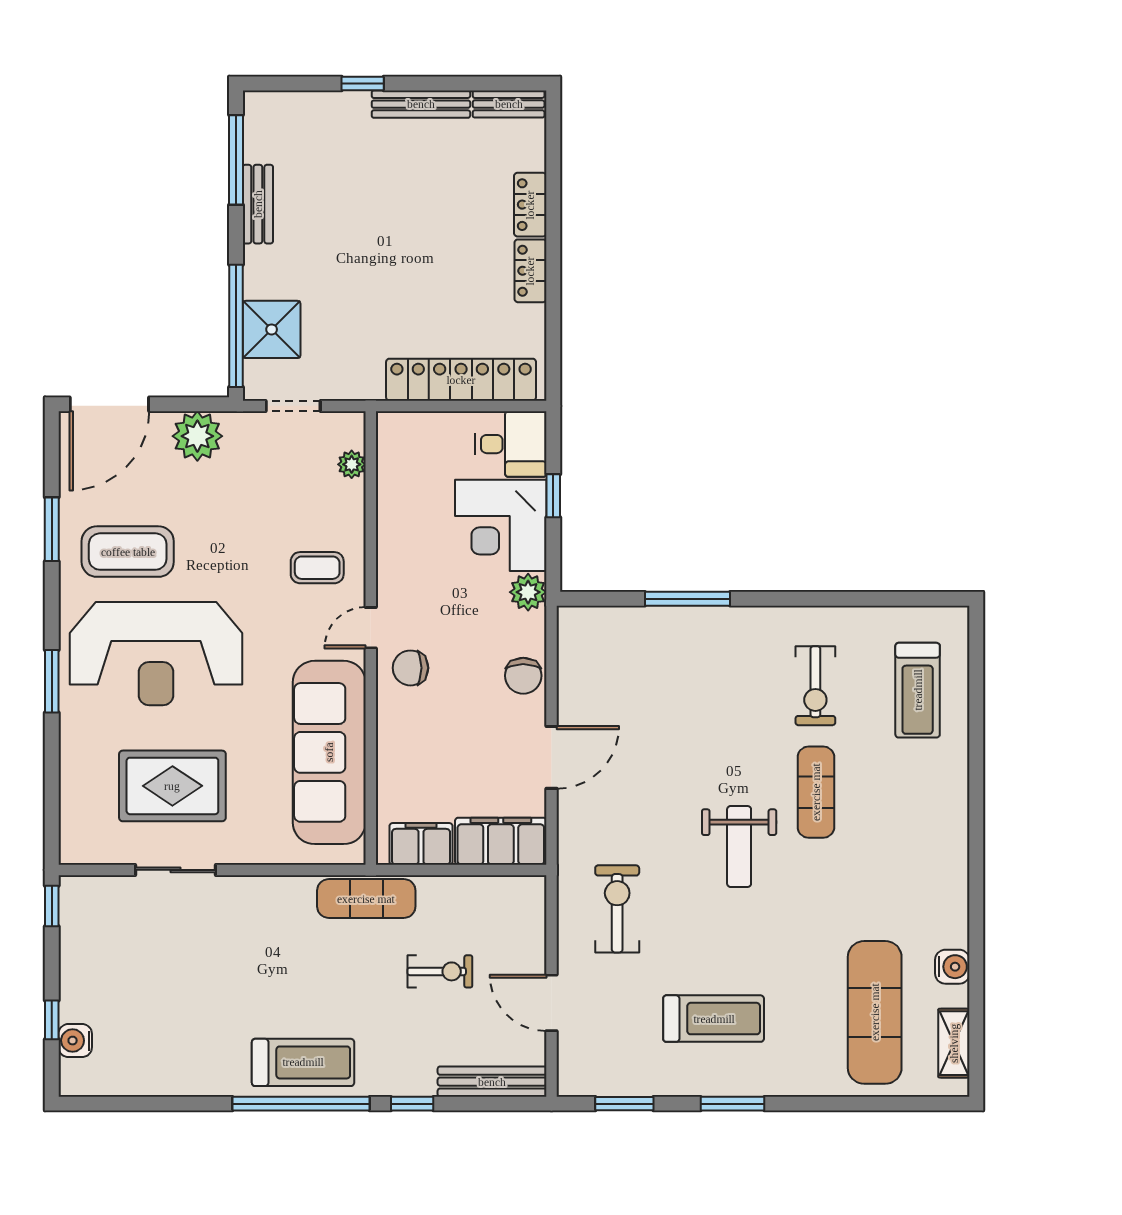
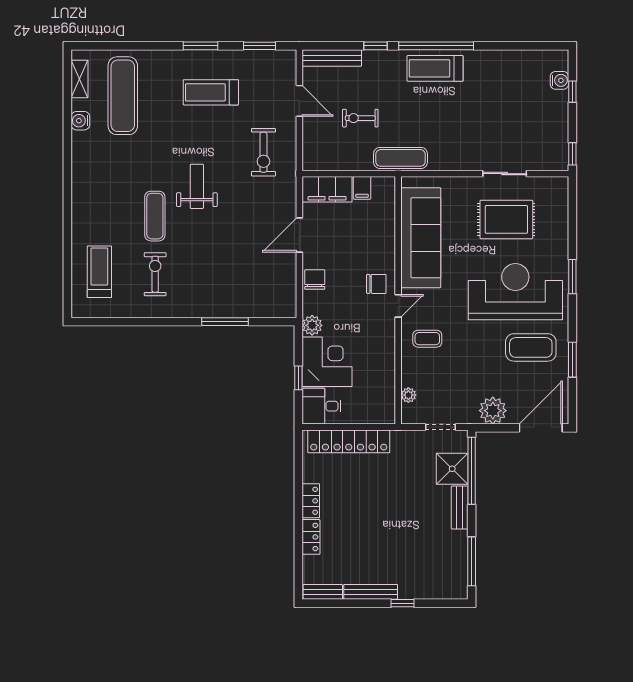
bench: (258, 204) -> (460, 508), moved
filing cabinet: (421, 844) -> (362, 188), width x0.50

